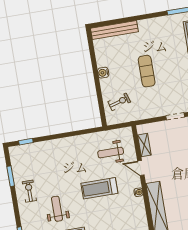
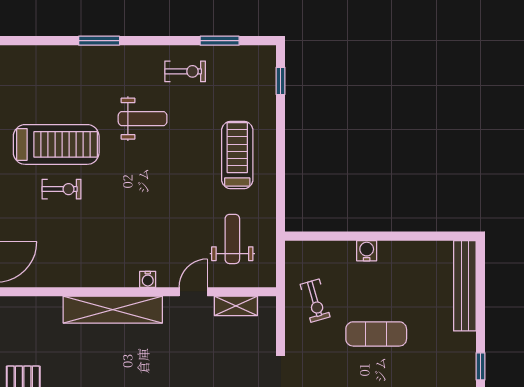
window: (154, 15) -> (481, 366), added
water cooler: (103, 73) -> (367, 251), moved
exercise bike: (119, 102) -> (315, 301), moved
treadmill: (99, 188) -> (237, 155), moved

